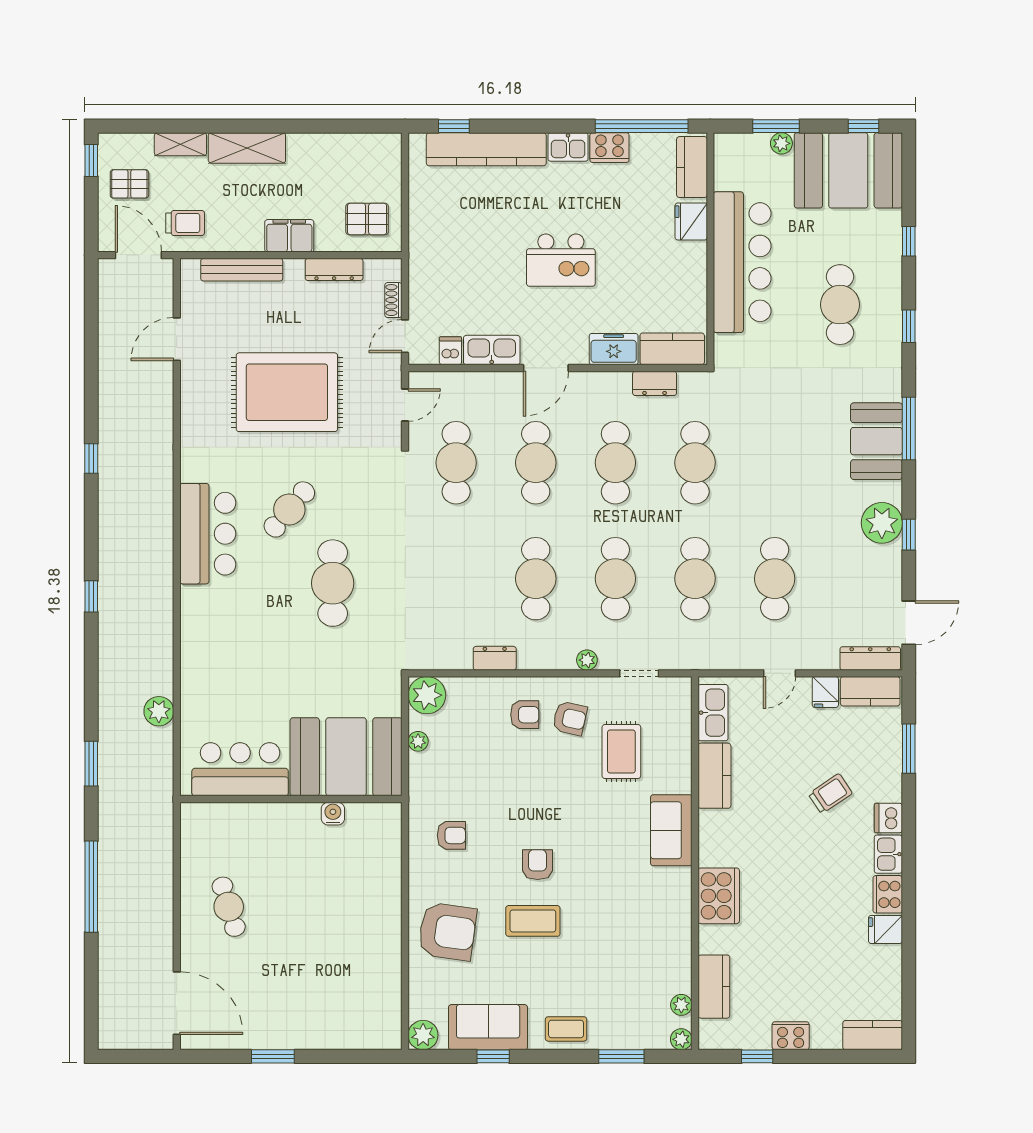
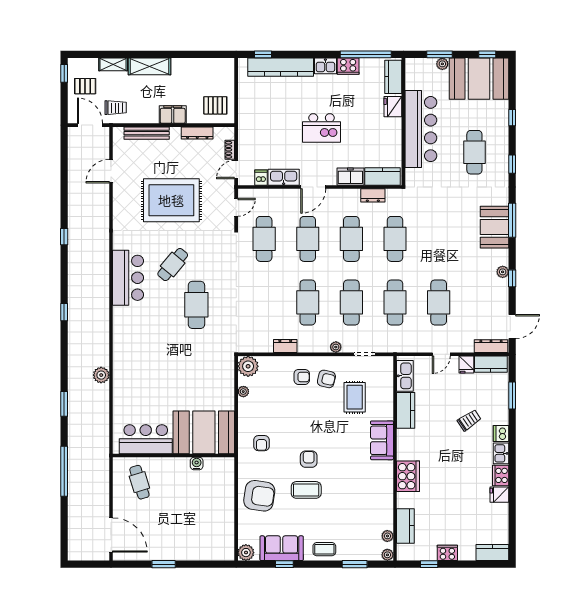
plant: (882, 523) -> (503, 272), width x0.53, depth x0.53
booth: (346, 757) -> (204, 432), moved
bar counter: (240, 769) -> (146, 439), moved
wall: (291, 799) -> (174, 456), moved
water cooler: (333, 814) -> (197, 464), moved
armchair: (451, 835) -> (261, 443), turned 90

